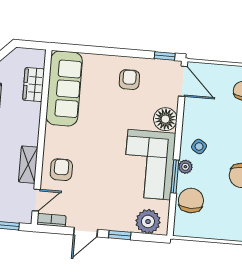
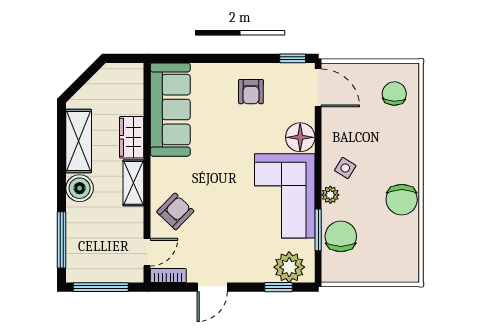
armchair: (129, 80) -> (251, 92), turned 180
wardrobe: (34, 85) -> (132, 137), moved
shelving: (28, 165) -> (133, 183), moved
armchair: (61, 170) -> (175, 211), turned 44
window: (175, 177) -> (318, 230), moved
window: (120, 235) -> (278, 287), moved

